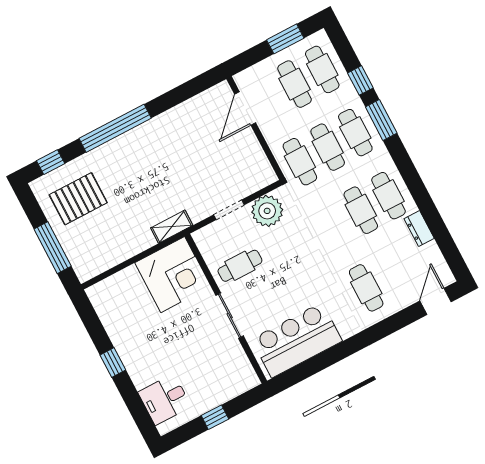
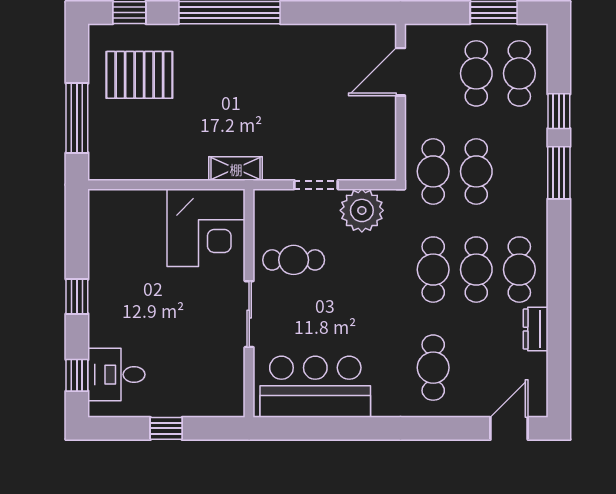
cafe table: (355, 133) -> (433, 270), moved
window: (140, 413) -> (77, 375), added

